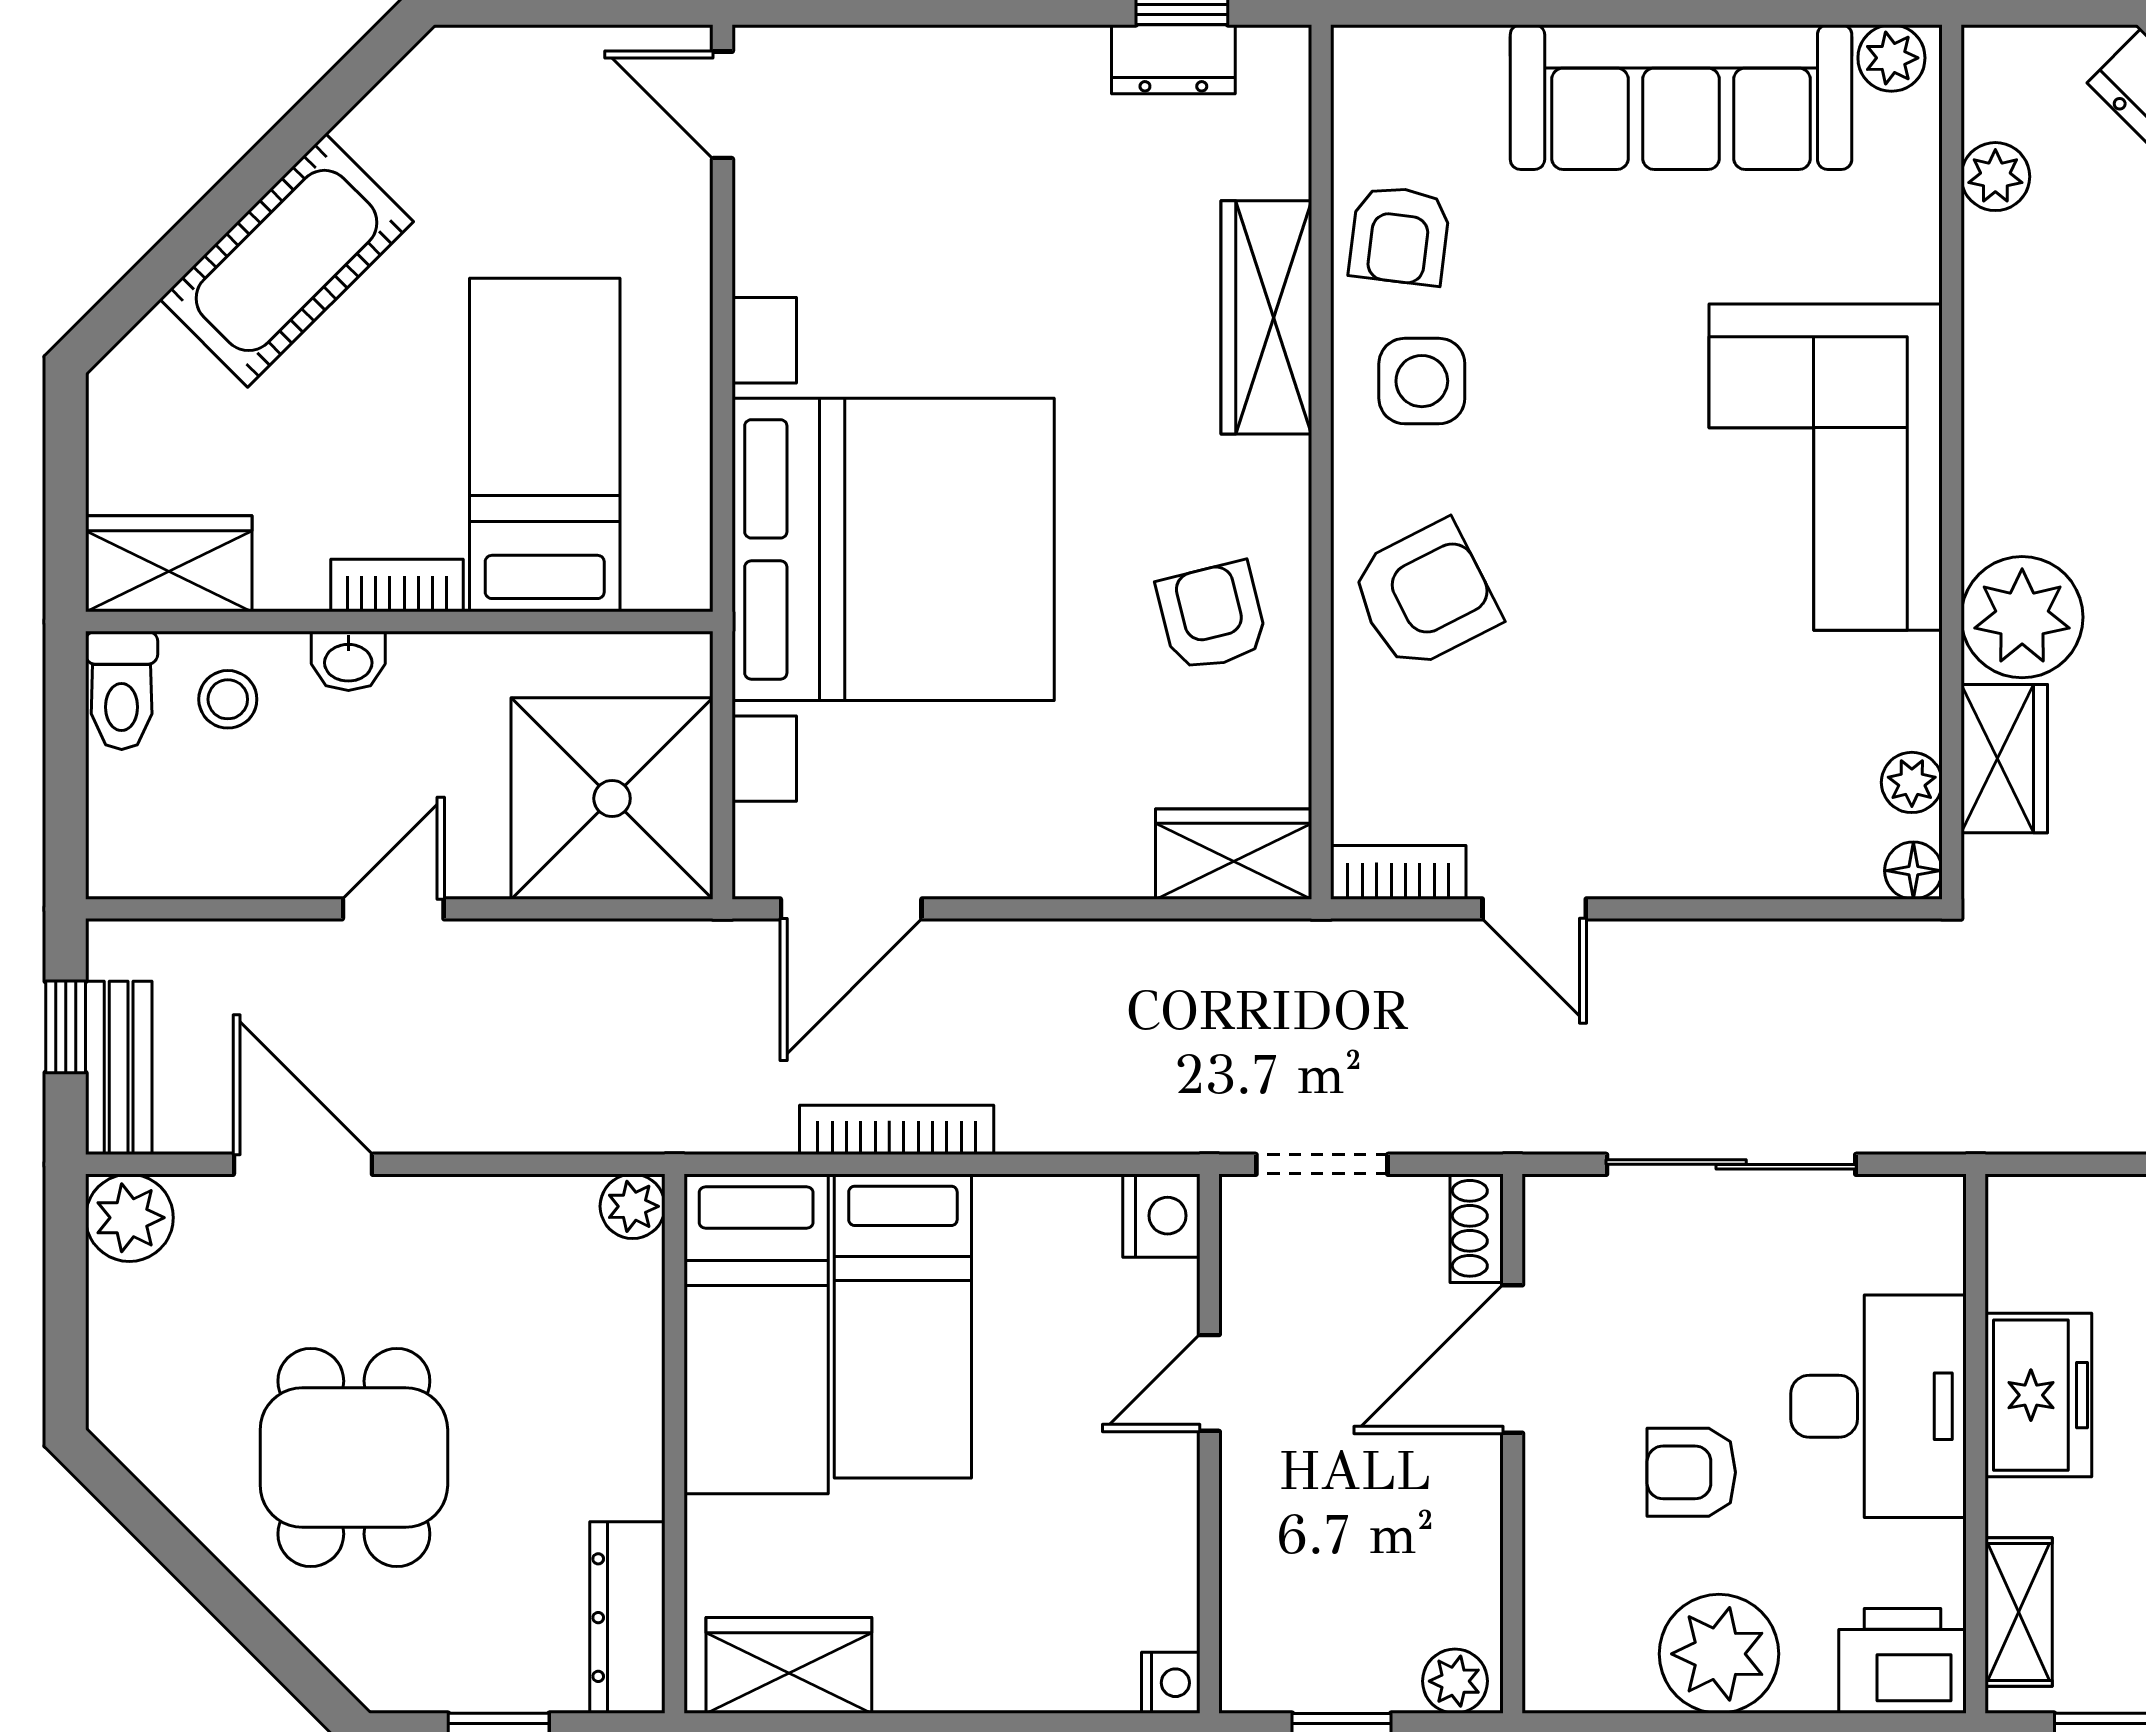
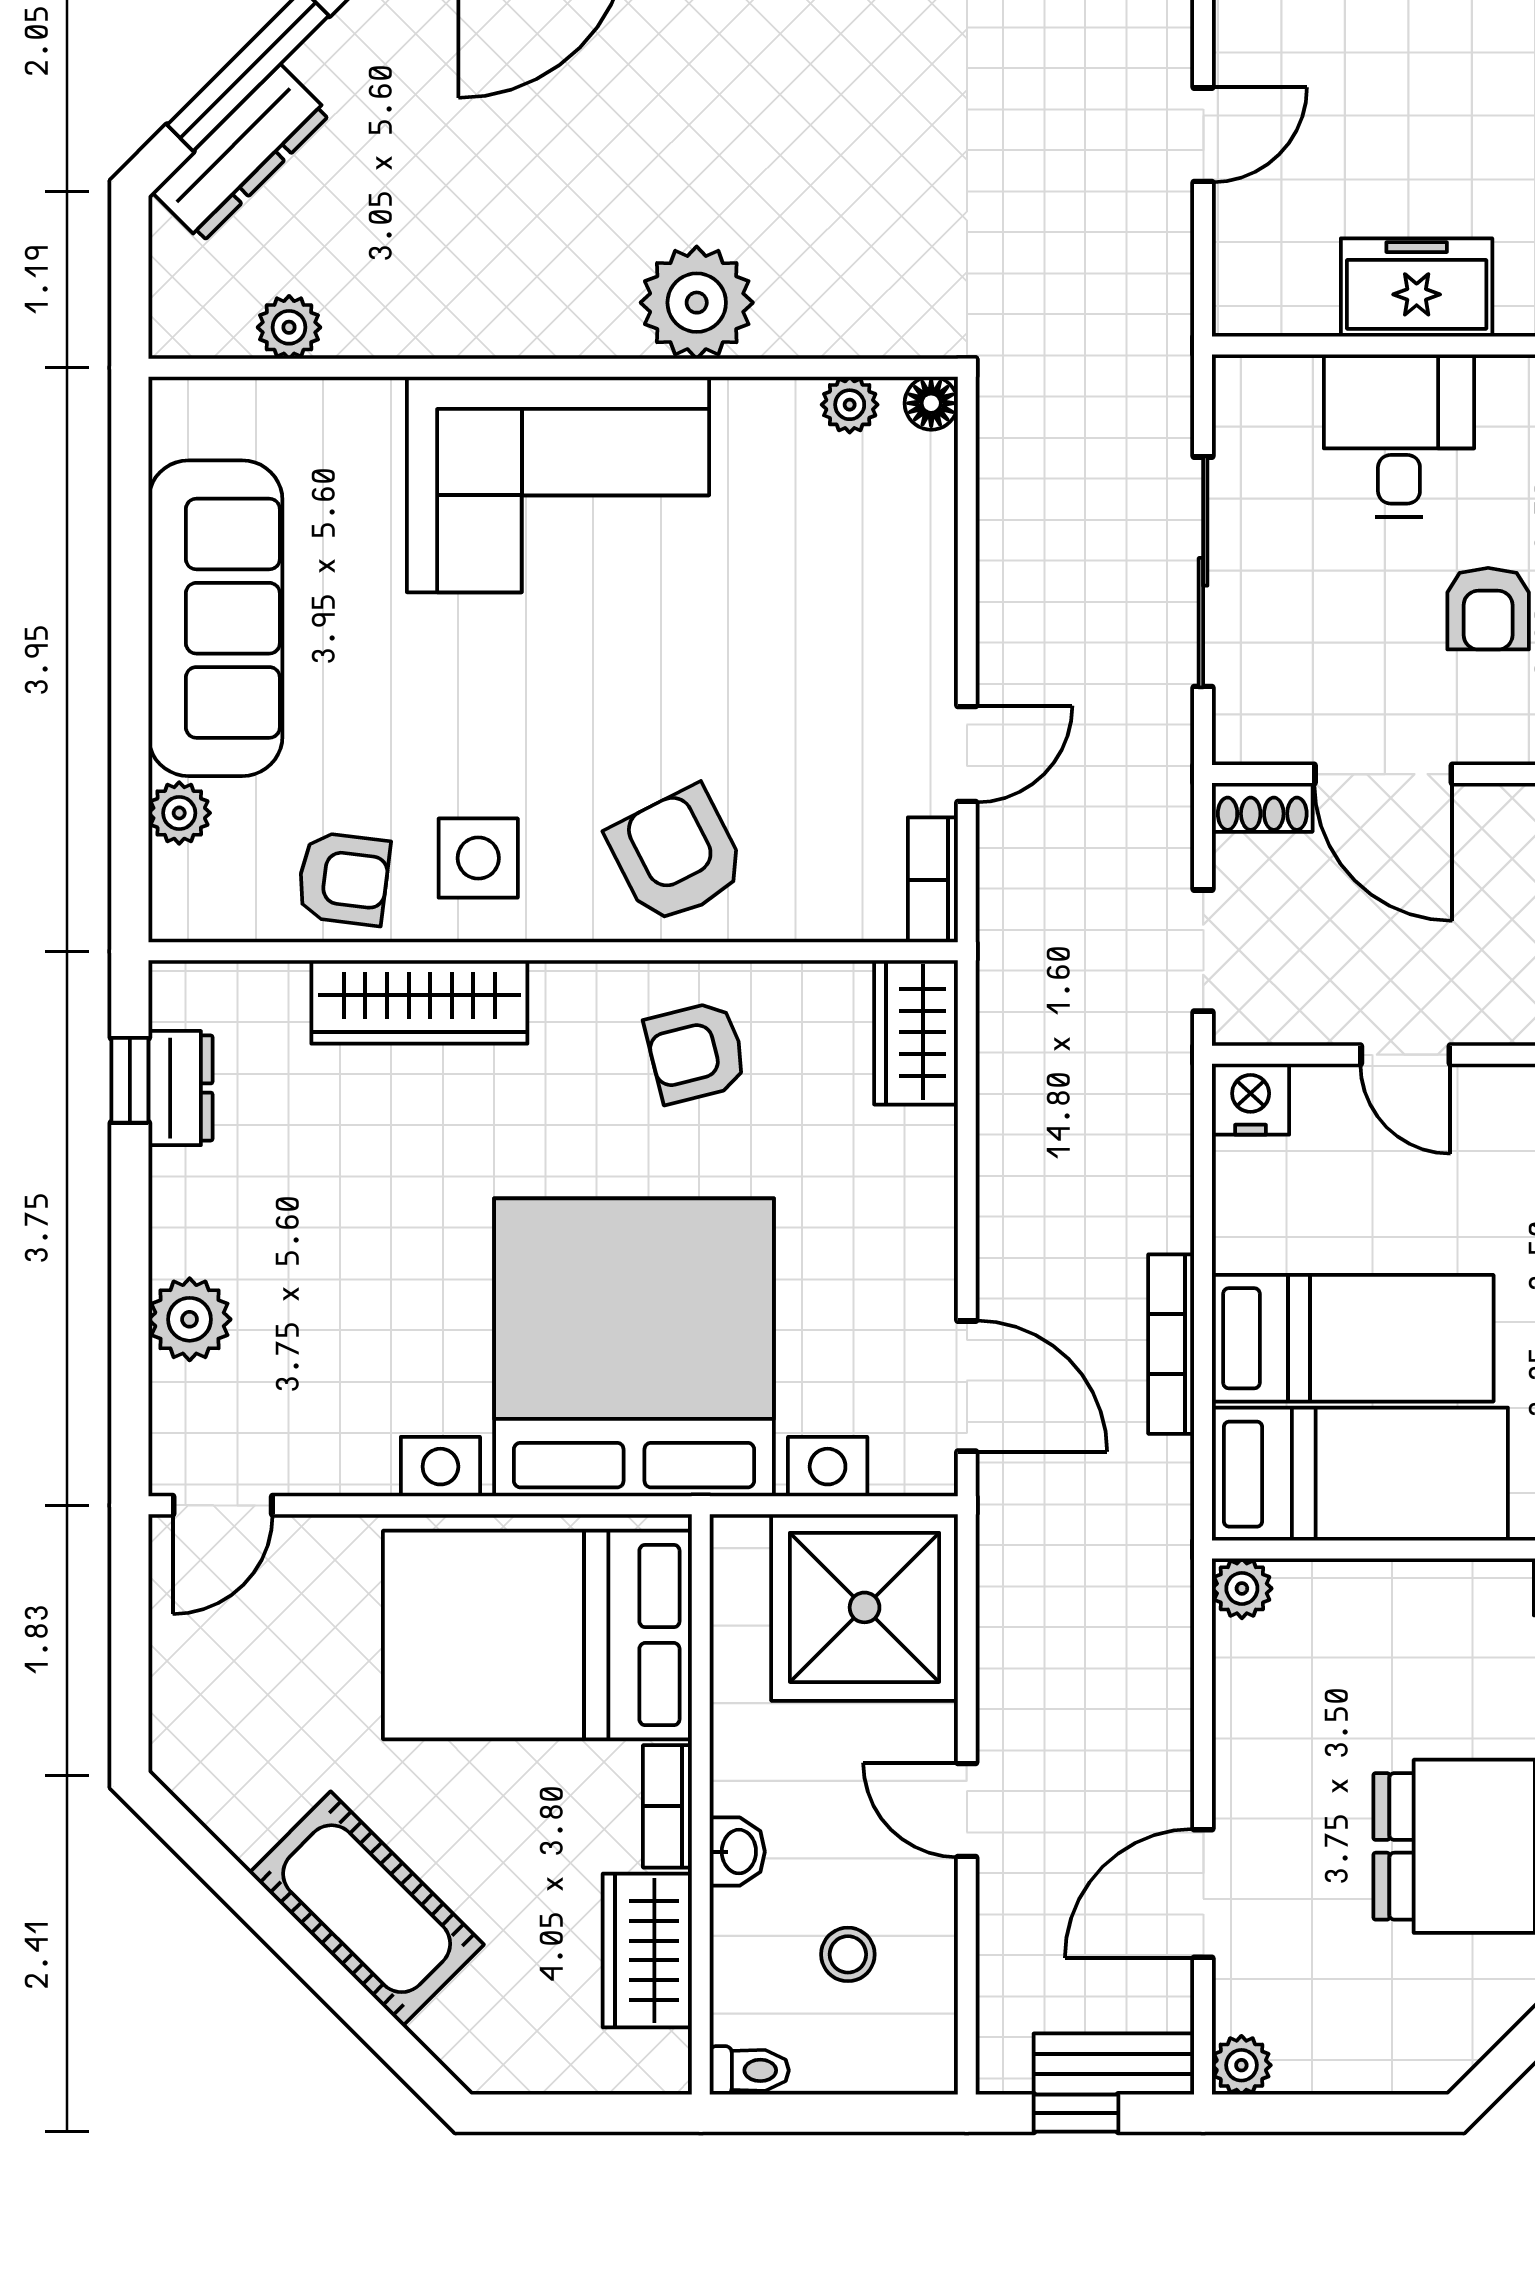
plant: (1891, 58) -> (179, 813), moved
plant: (923, 69) -> (190, 1319), added
bed: (545, 445) -> (537, 1635), width x1.50
wardrobe: (169, 564) -> (647, 1951), moved
toilet: (122, 690) -> (749, 2070), width x0.73, depth x0.72
stool: (228, 699) -> (848, 1954), moved
wardrobe: (2004, 759) -> (828, 319), removed
plant: (129, 1218) -> (1241, 2065), width x0.73, depth x0.73
desk: (1878, 1406) -> (1399, 436), width x0.73

